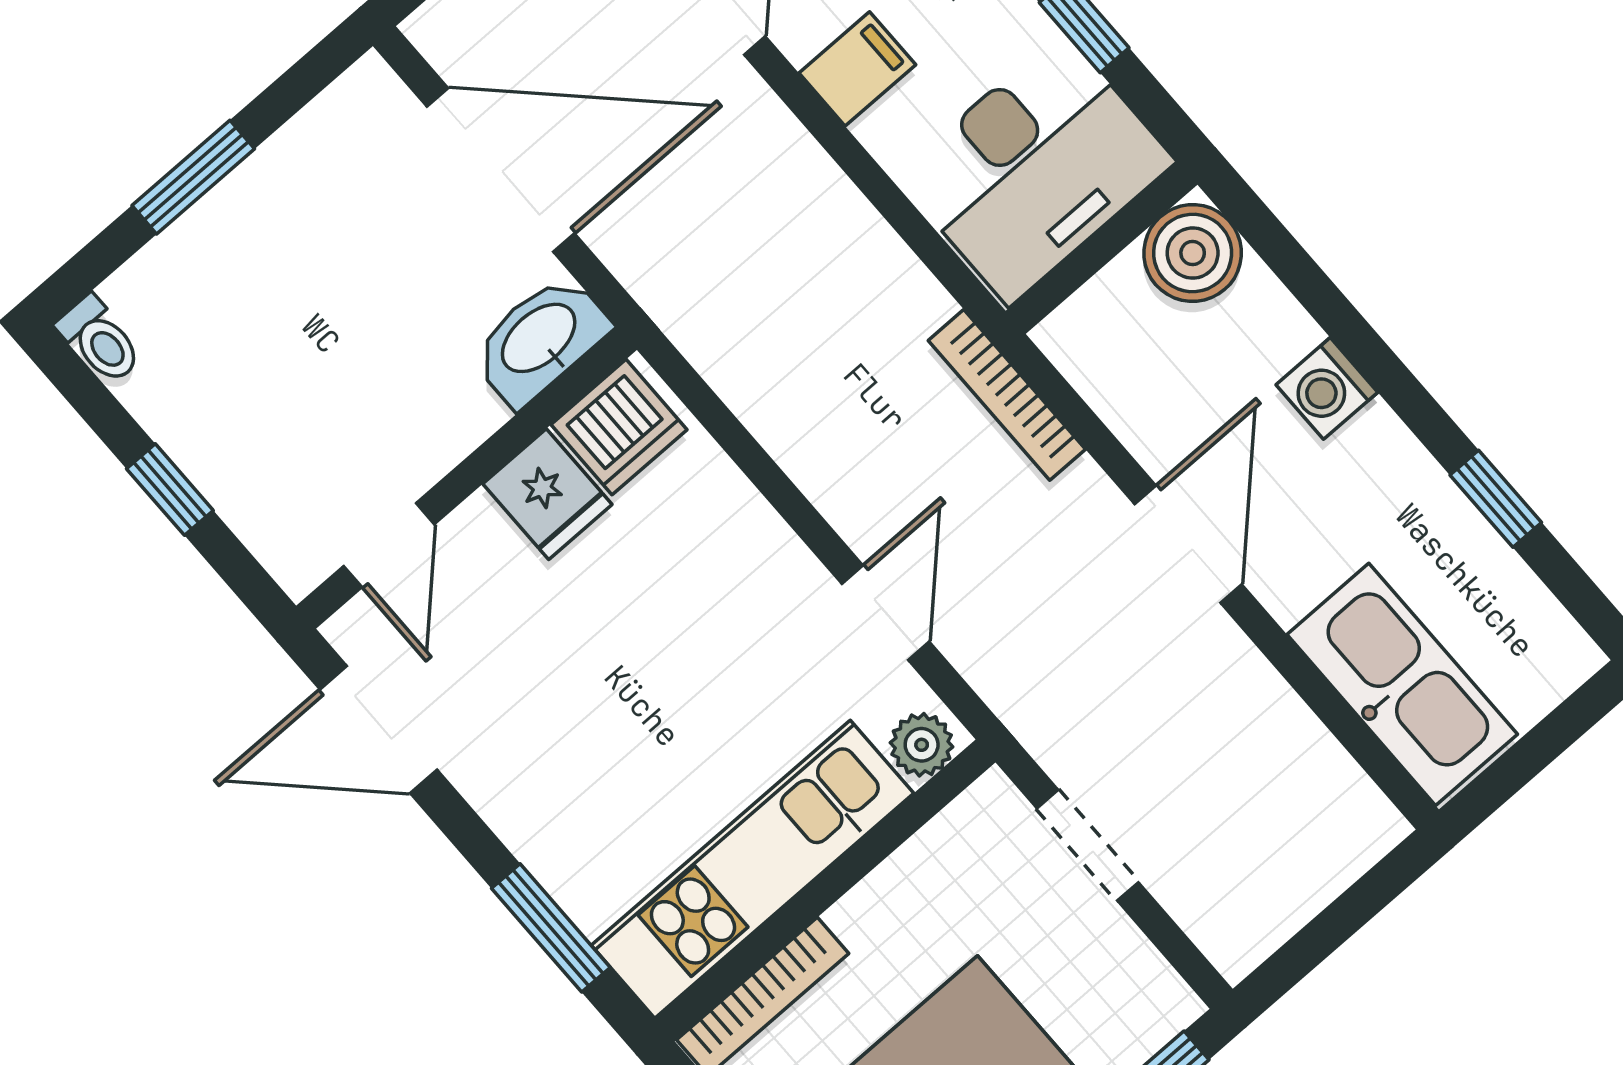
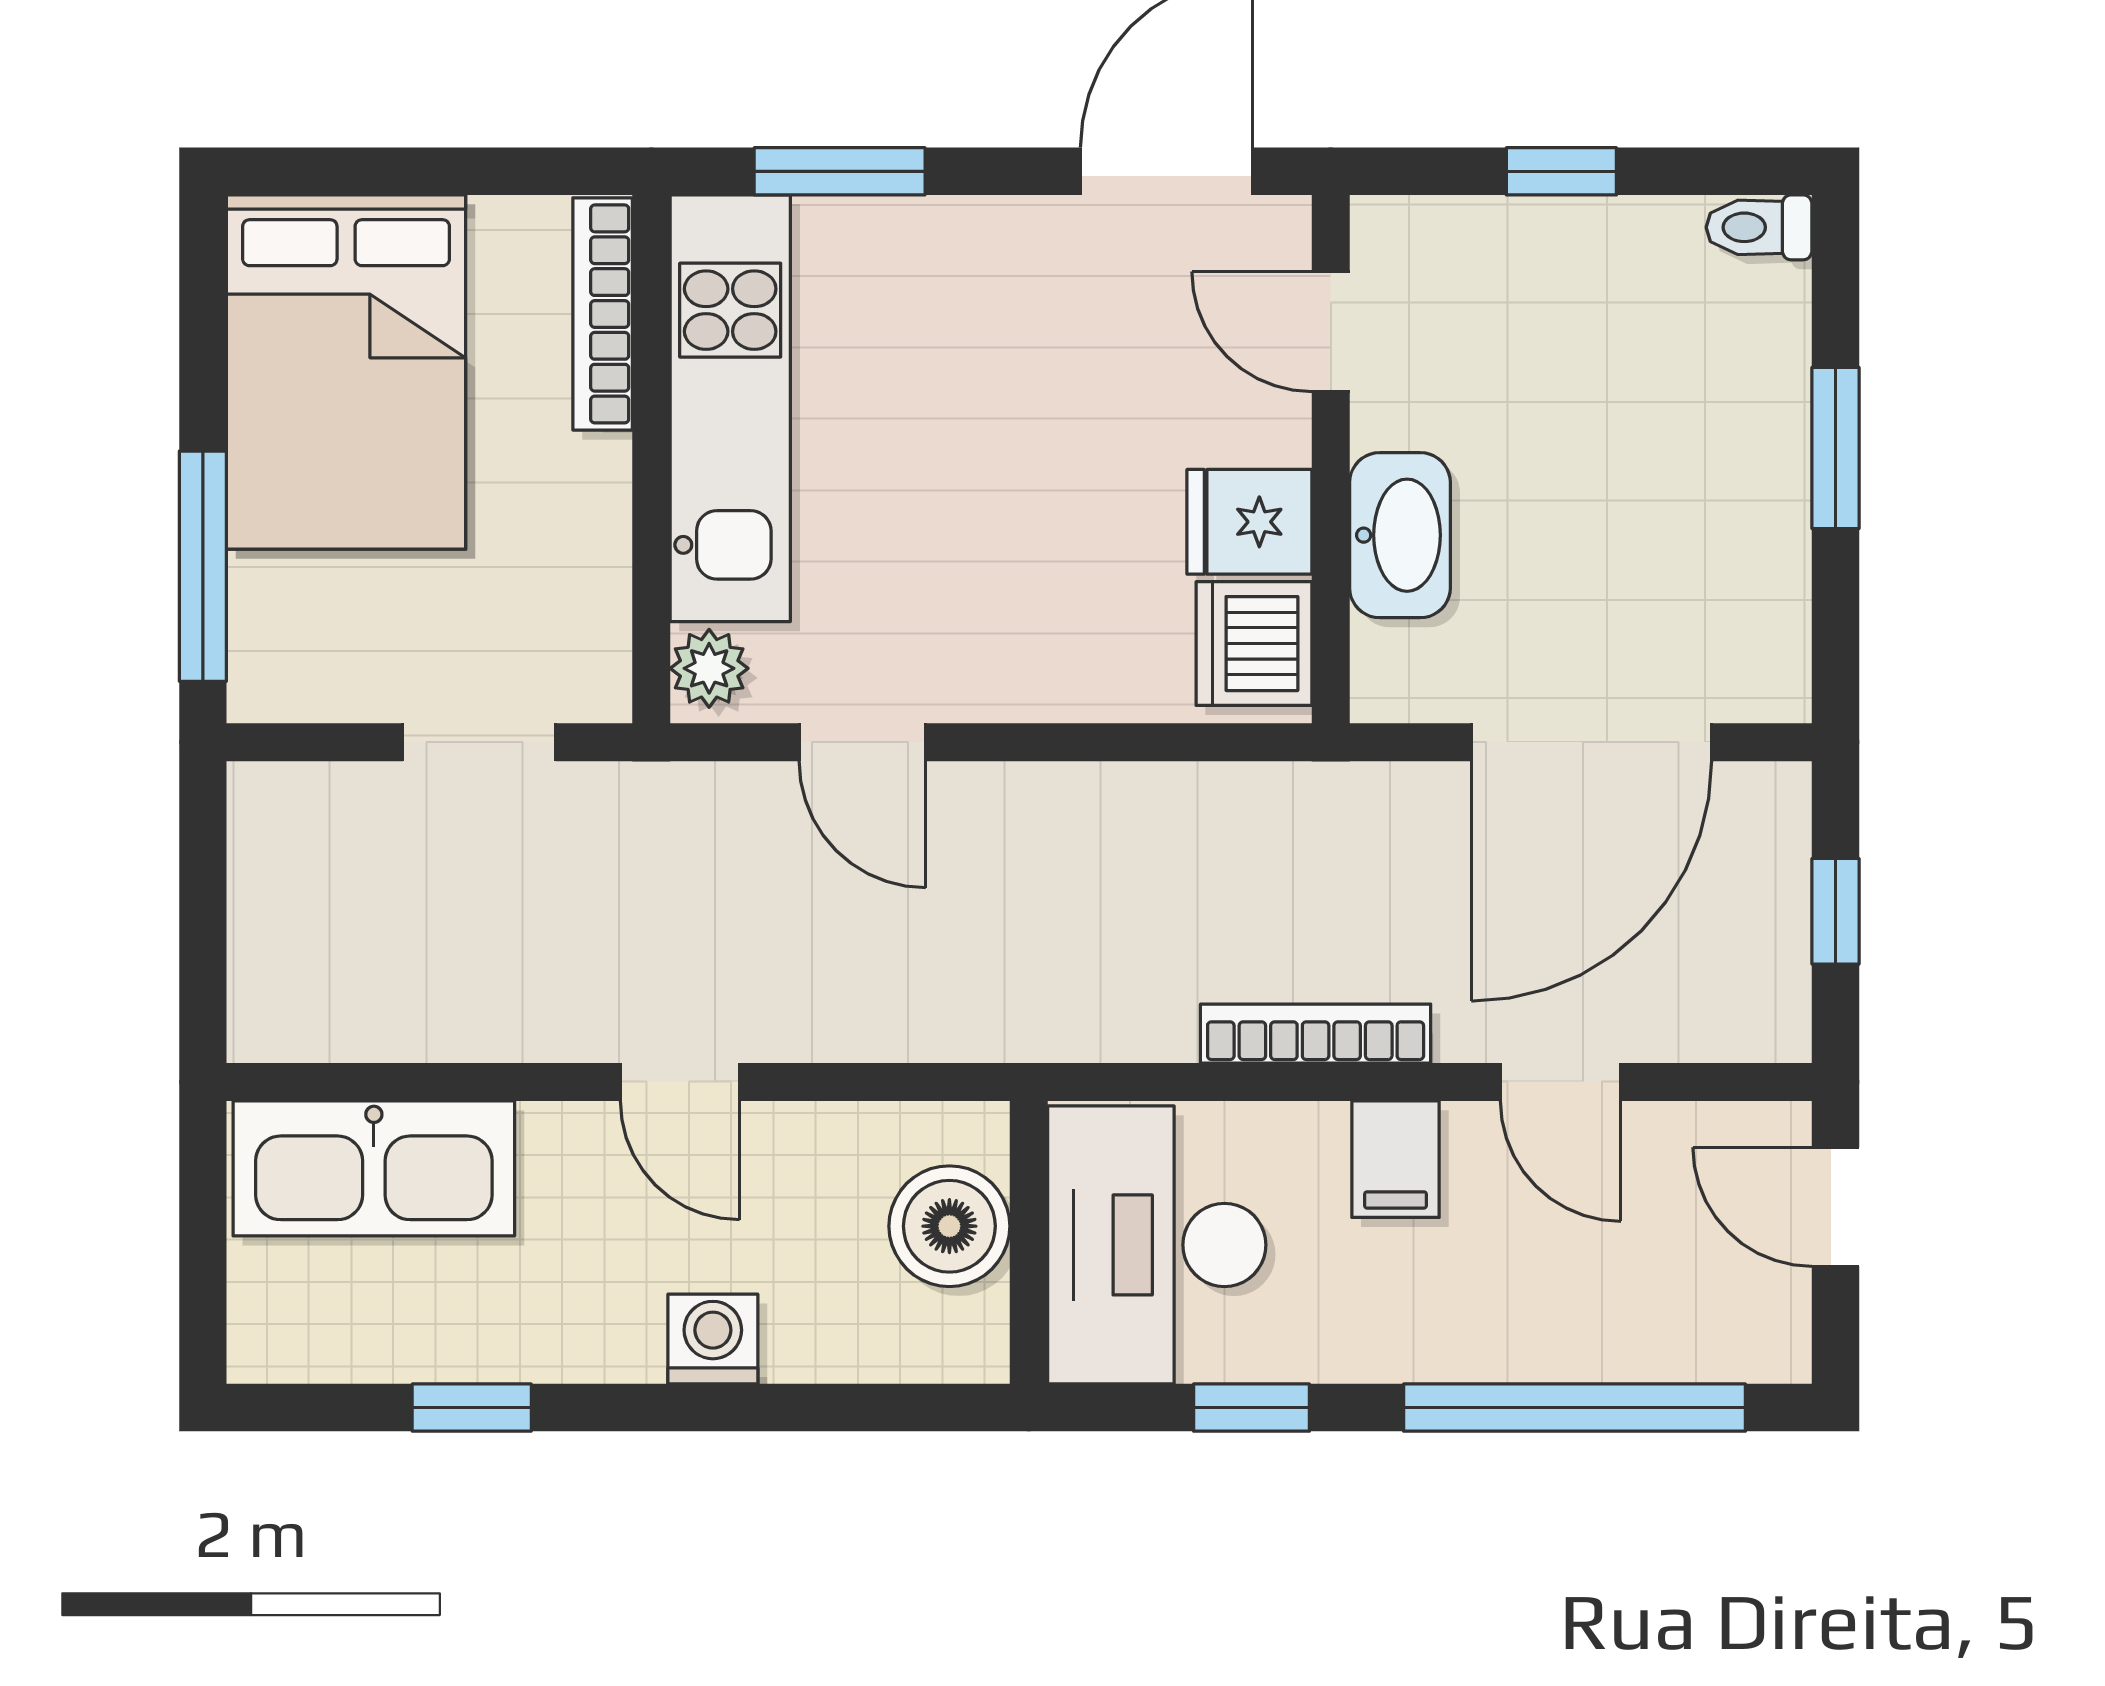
boiler: (1193, 253) -> (949, 1226), moved
washbasin: (540, 340) -> (1400, 535), moved
bookcase: (1007, 395) -> (1316, 1034), moved
door: (1188, 544) -> (680, 1082), width x0.73

